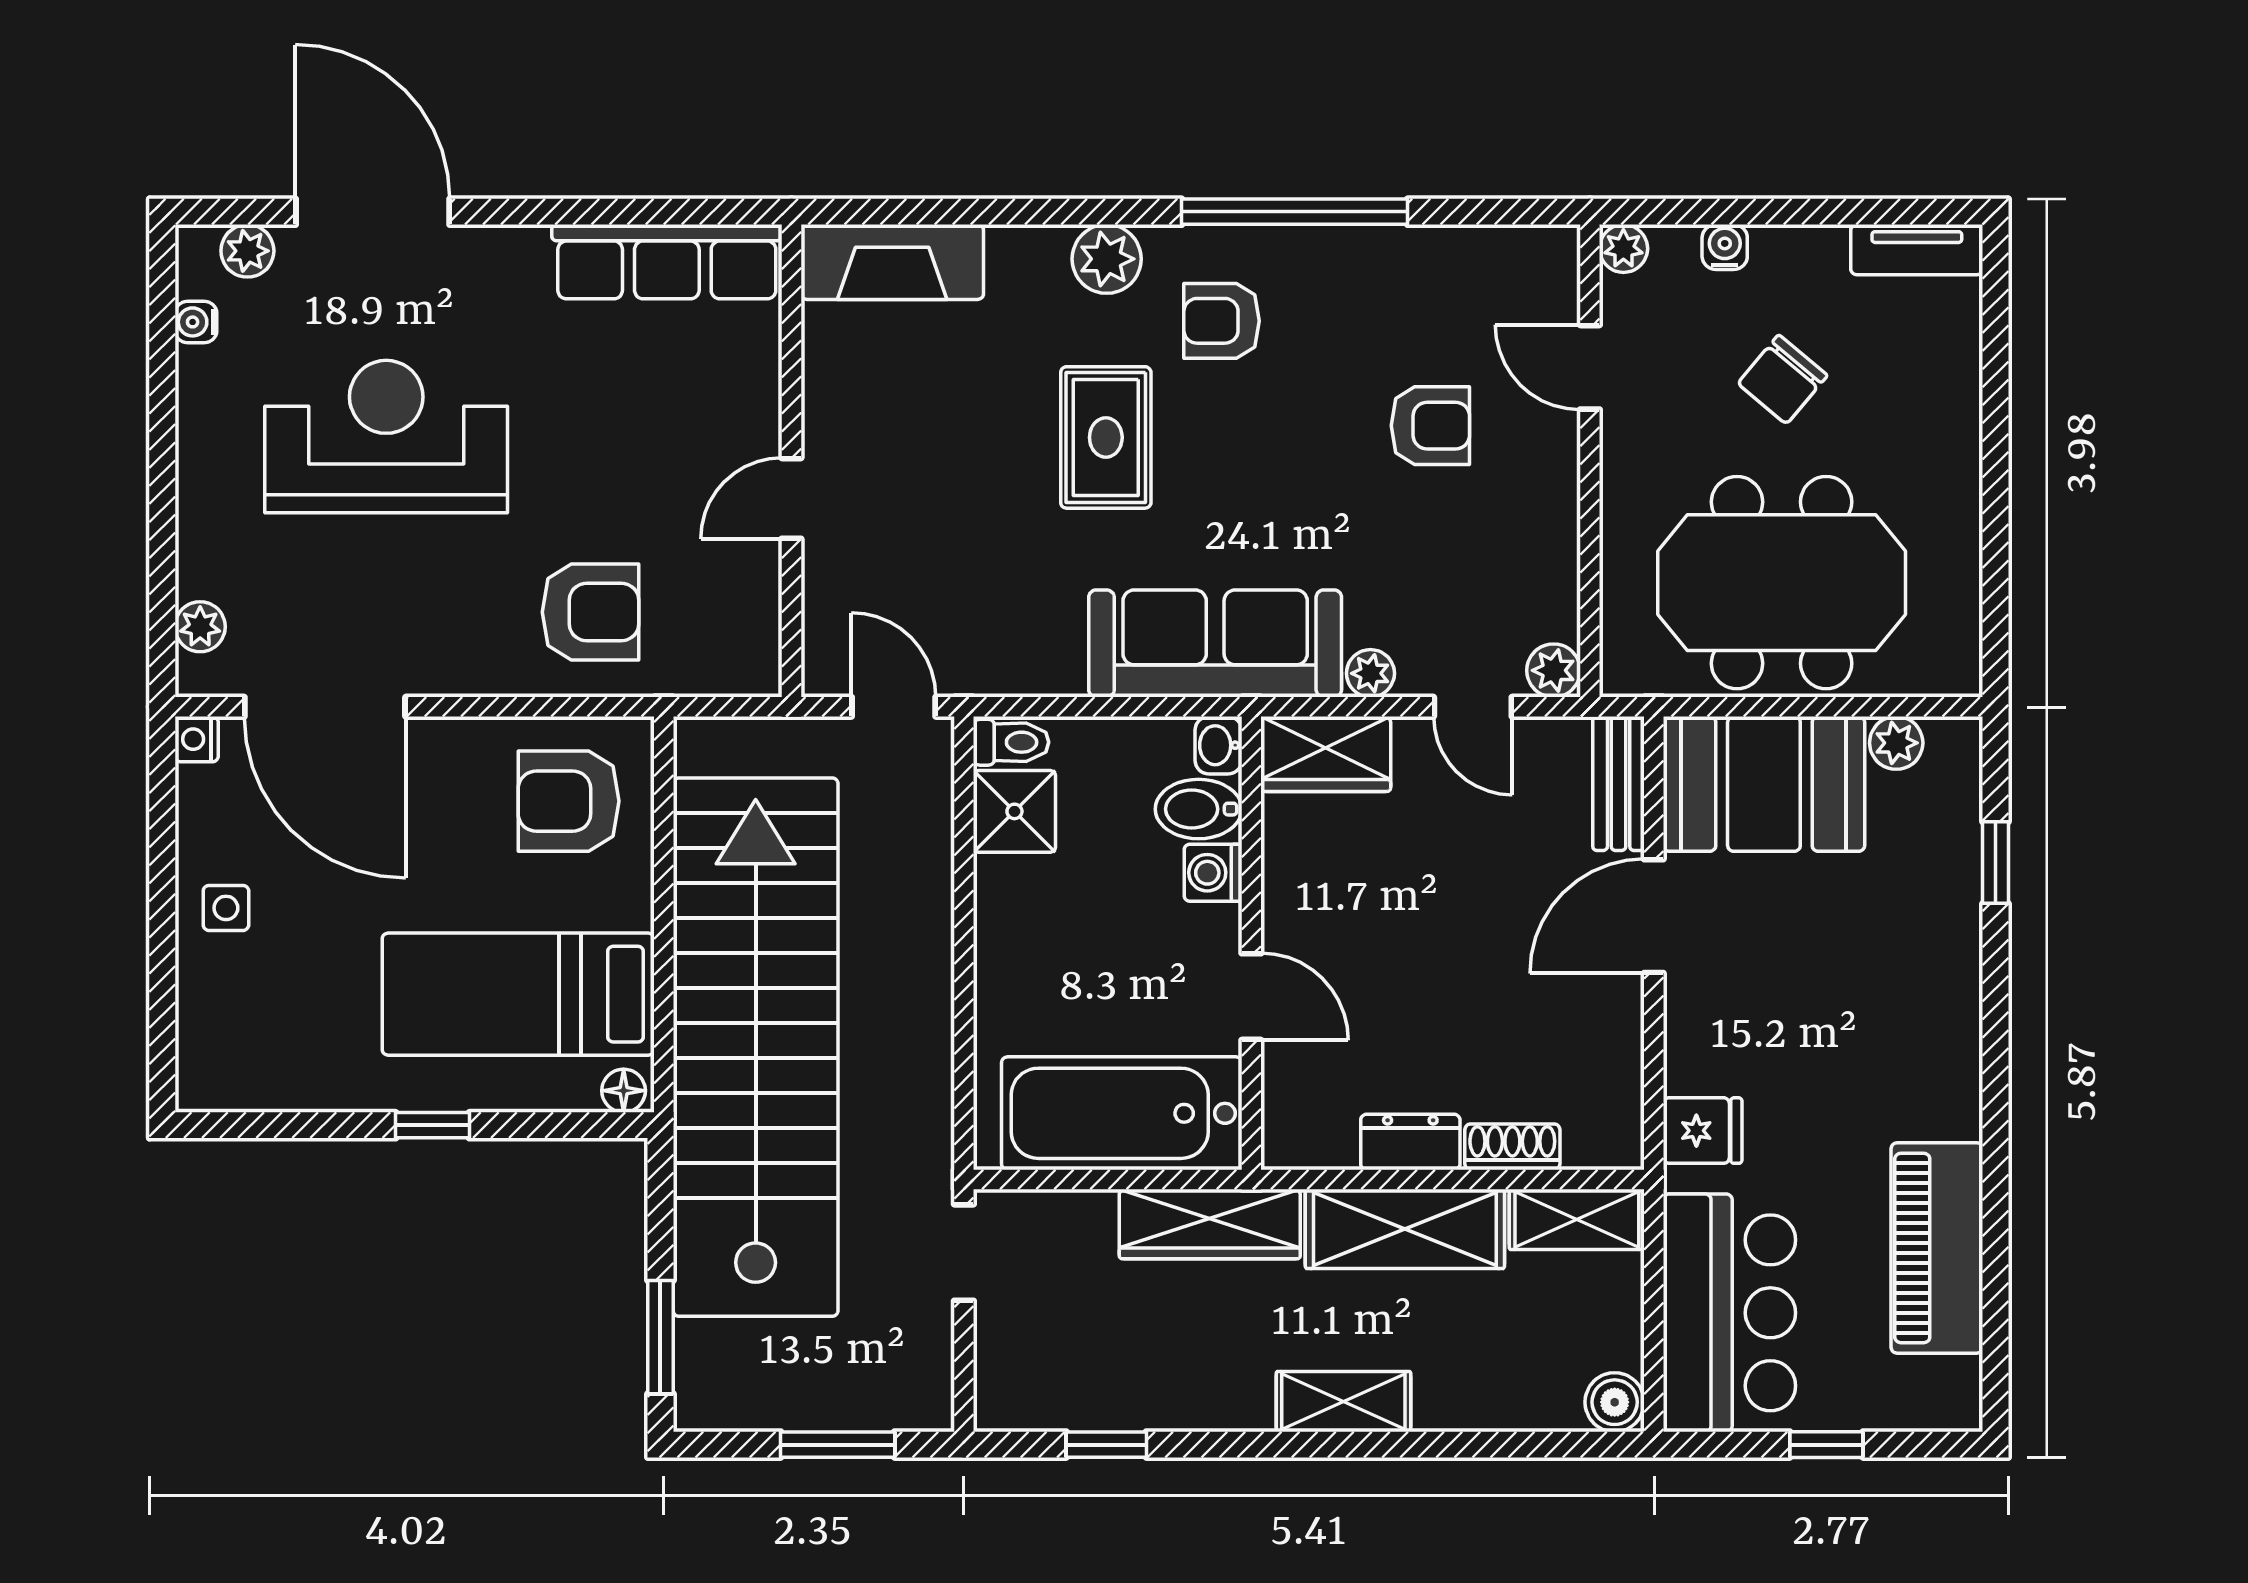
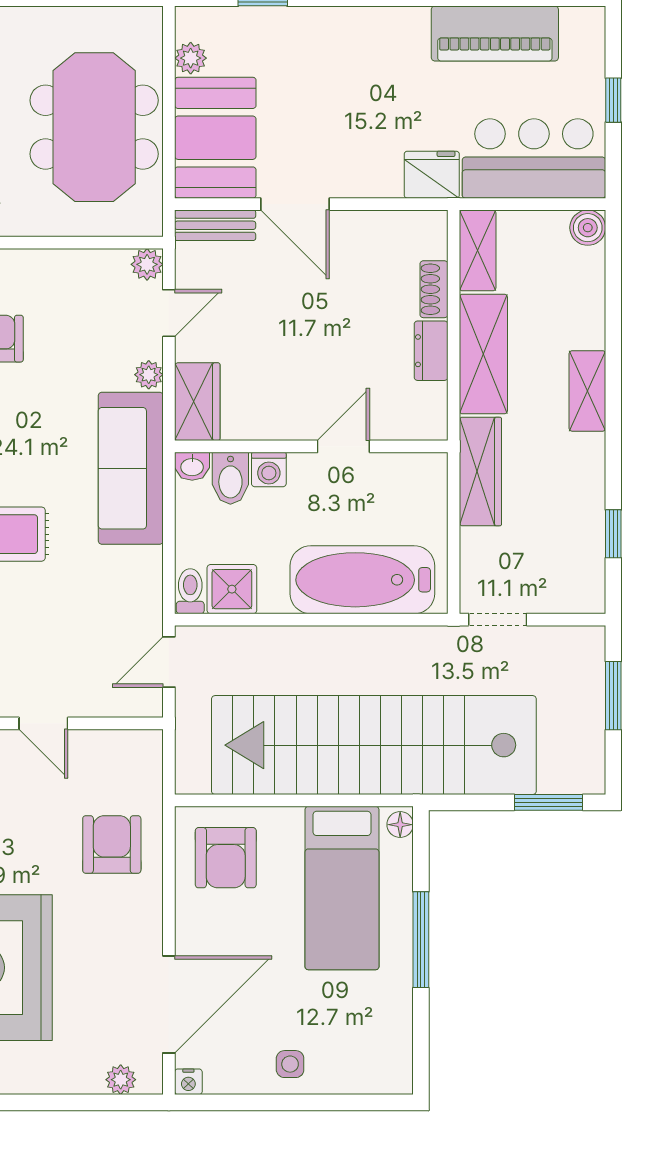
bathtub: (1122, 1113) -> (362, 580), moved, turned 90
window: (433, 1125) -> (421, 940), width x2.17
fridge: (1703, 1131) -> (432, 175), width x1.38

